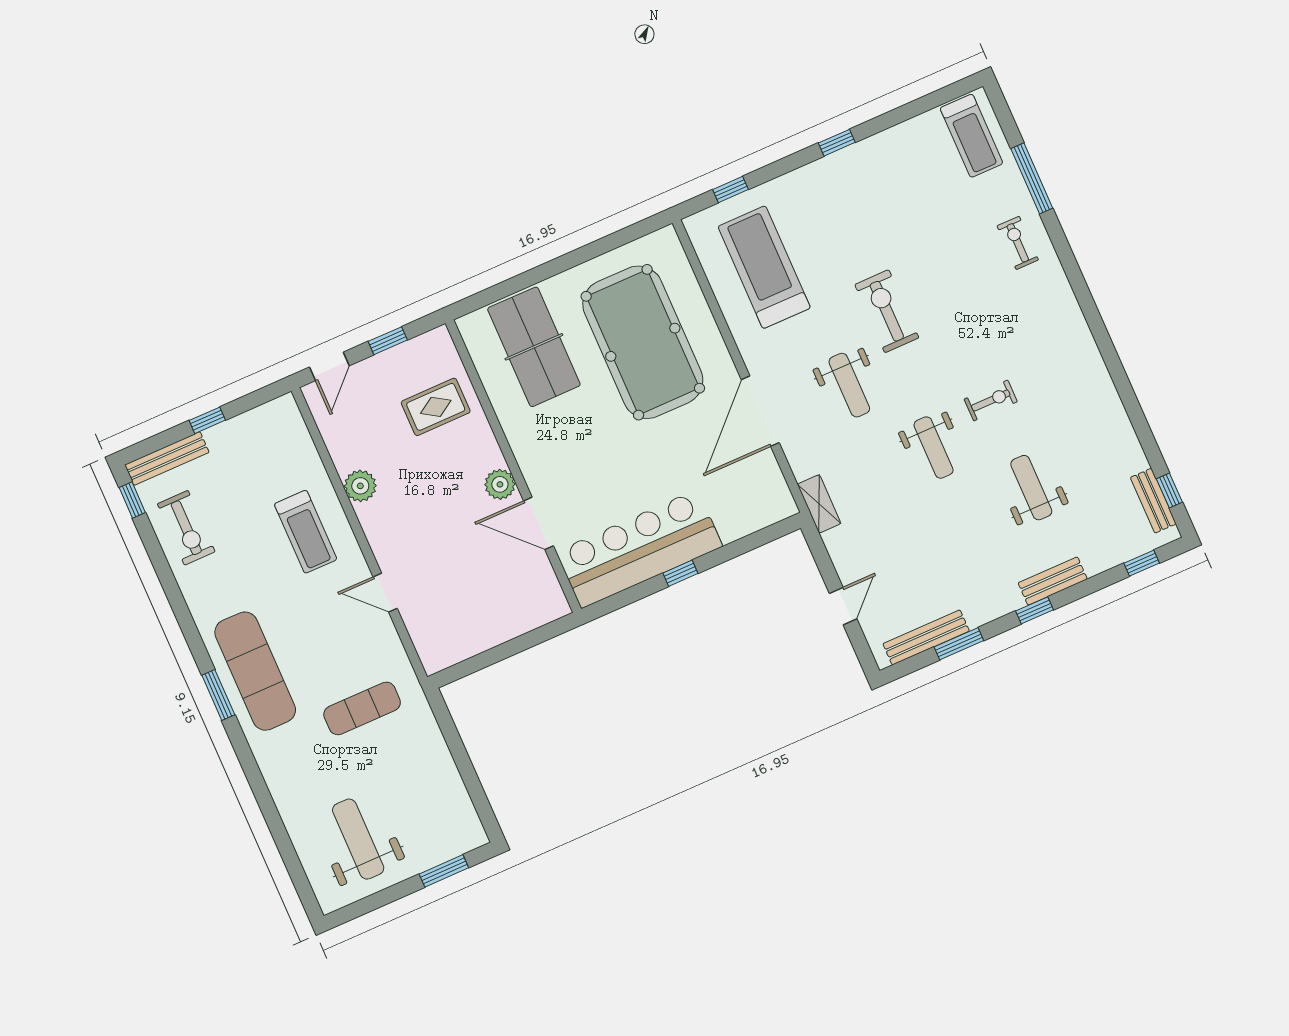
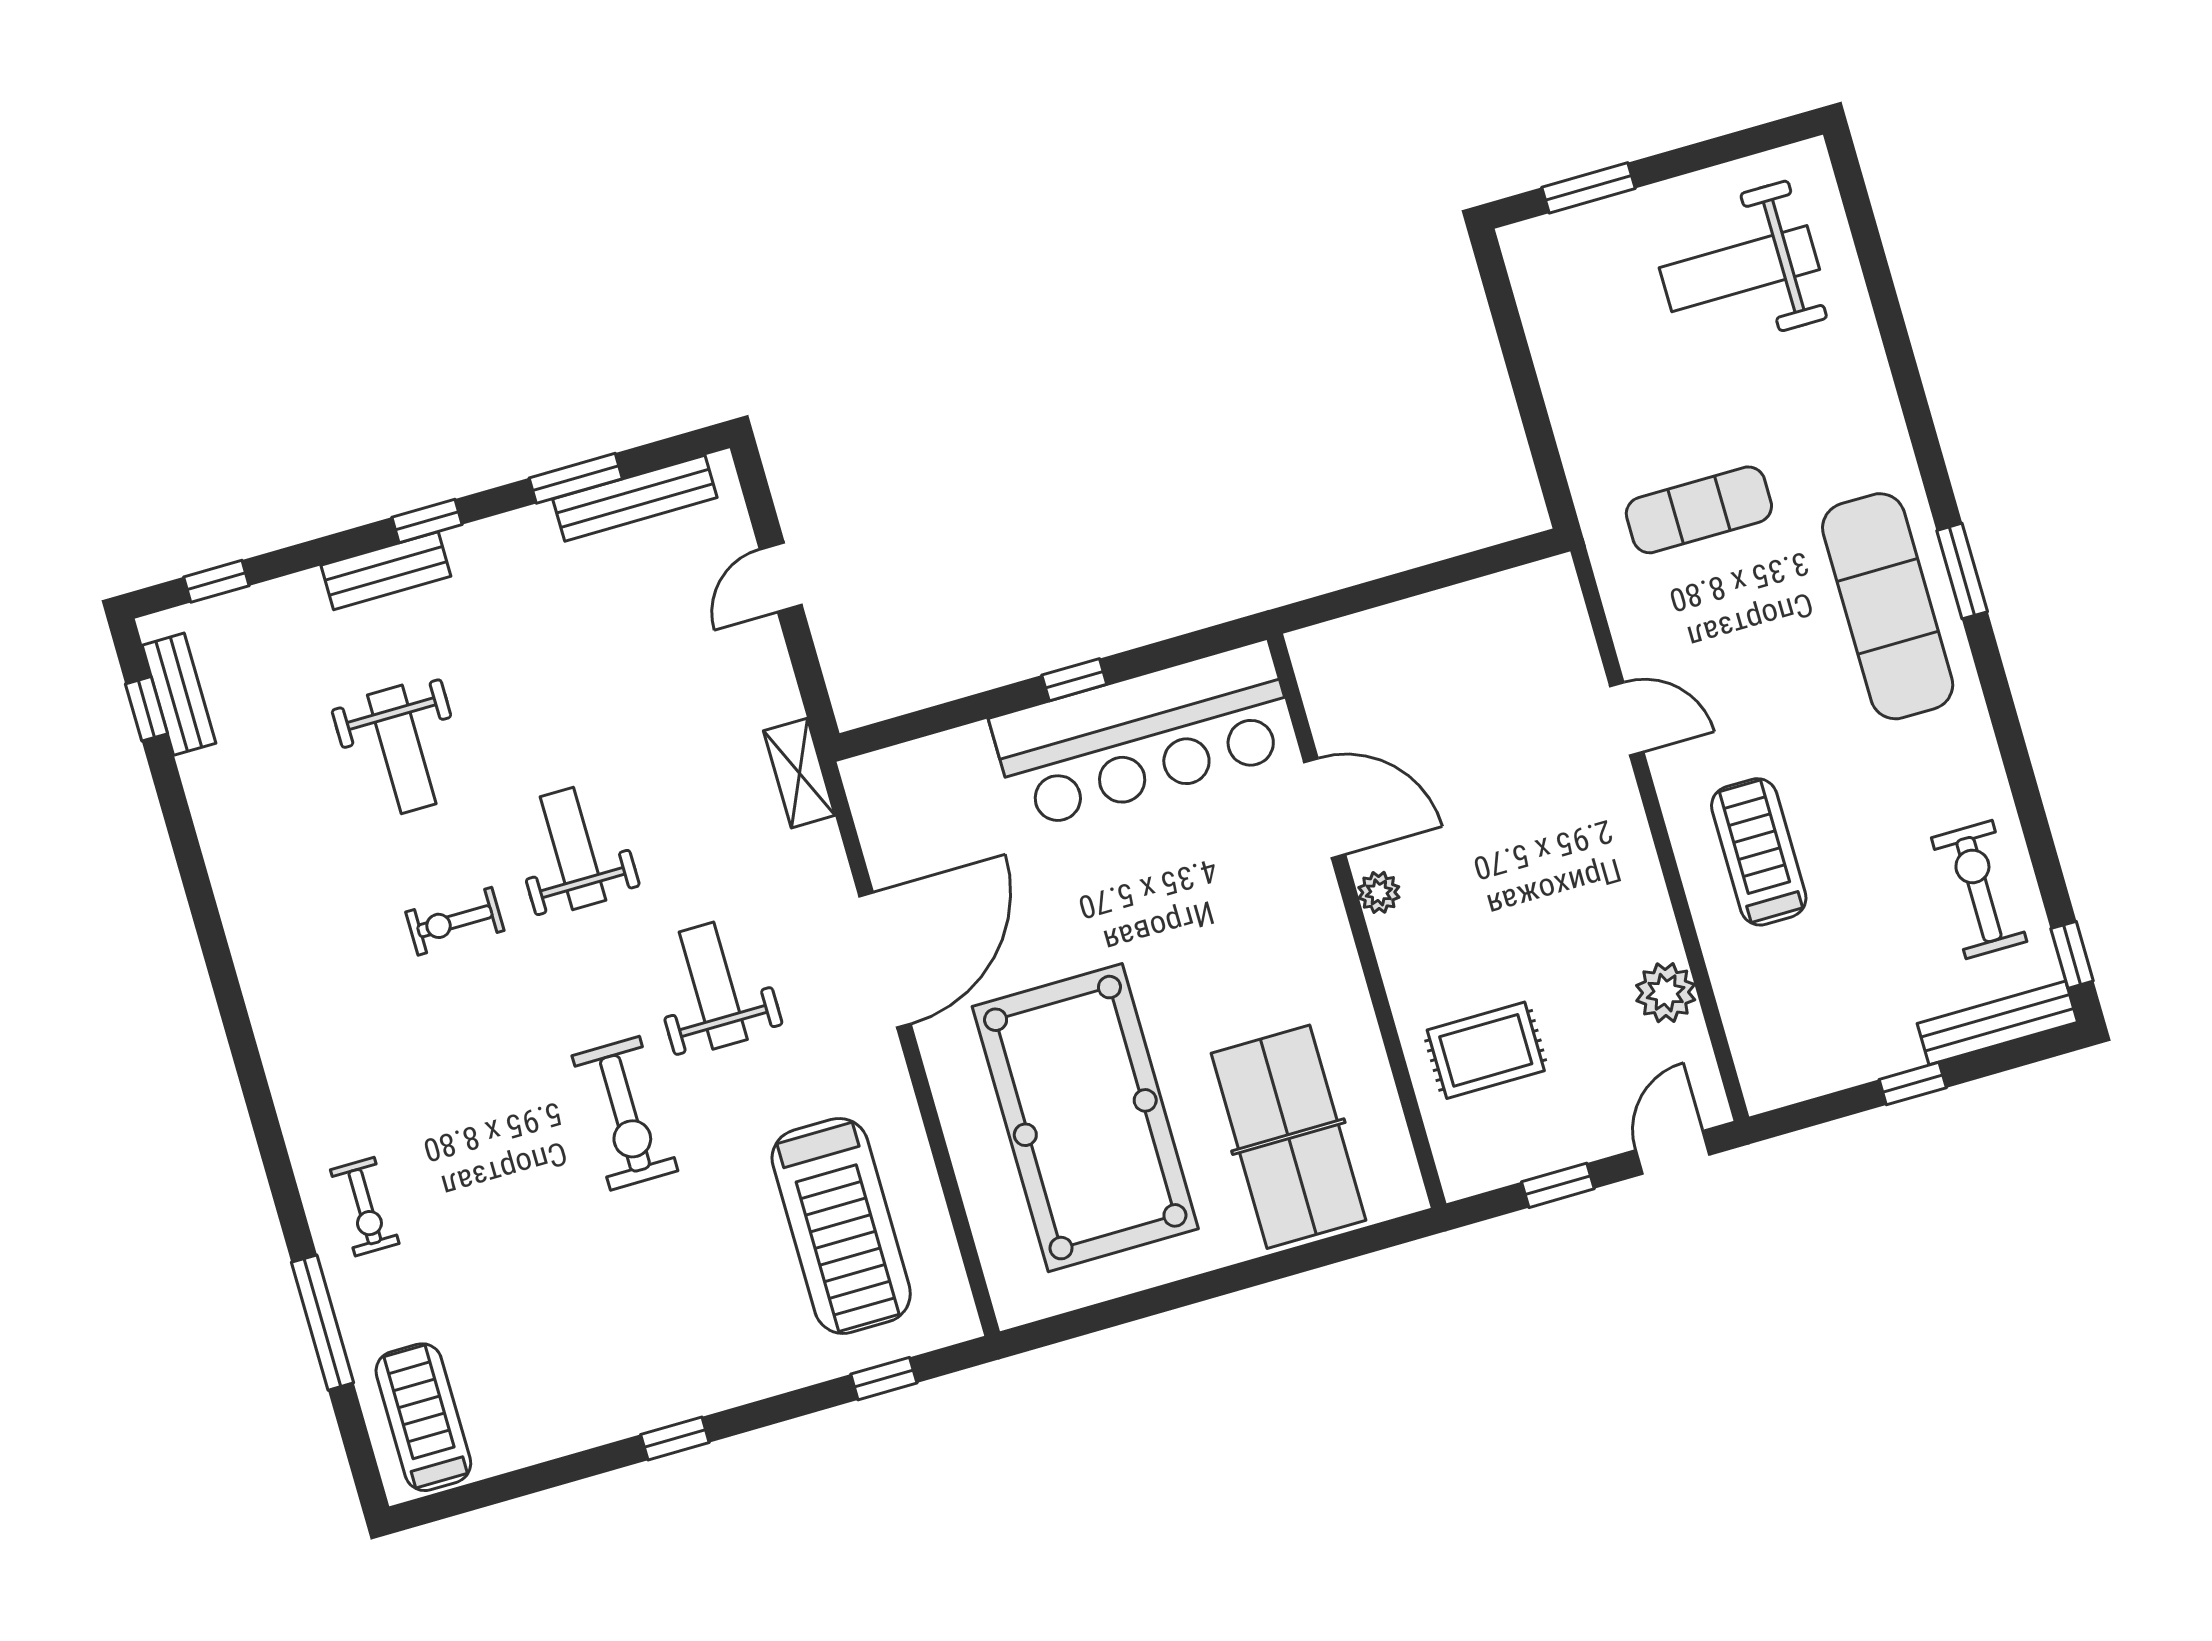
plant: (500, 484) -> (1379, 892), width x0.73, depth x0.73
plant: (360, 486) -> (1666, 993), moved
weight bench: (358, 839) -> (1739, 269), turned 90

